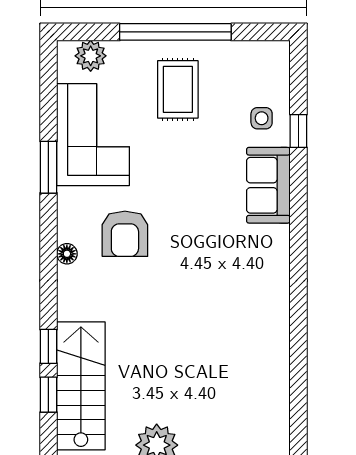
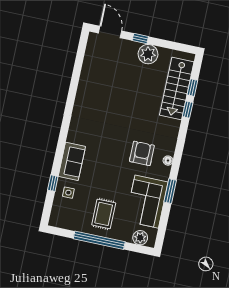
floor lamp: (67, 254) -> (168, 161), moved

